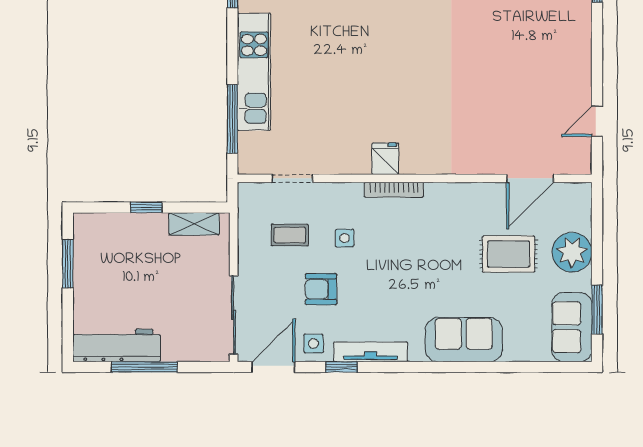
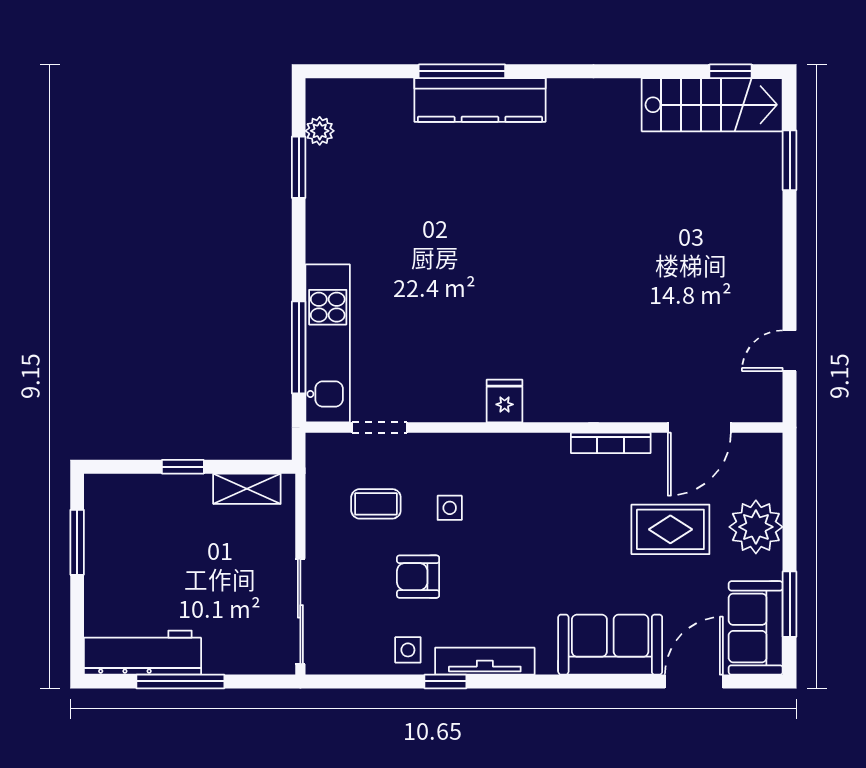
kitchen unit: (254, 72) -> (328, 343), moved
bookcase: (394, 190) -> (611, 443), moved
door: (273, 367) -> (694, 681), moved

